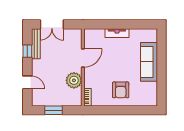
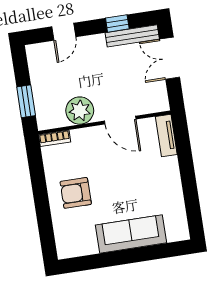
tv unit: (117, 33) -> (166, 136), moved
window: (53, 110) -> (26, 101), moved

